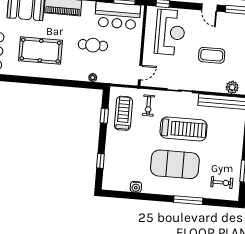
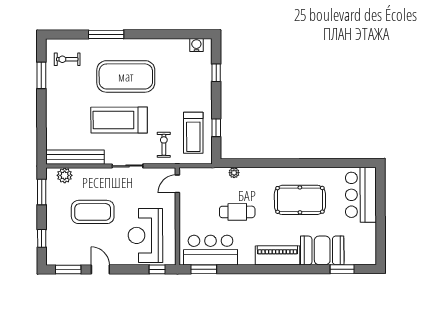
coffee table: (212, 55) -> (93, 212), width x1.36, depth x1.32
water cooler: (136, 187) -> (196, 45), moved

